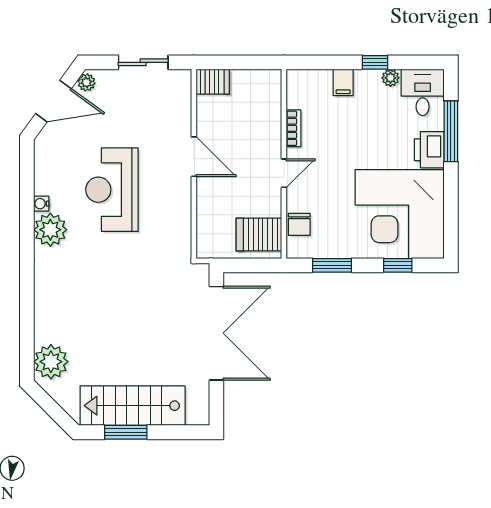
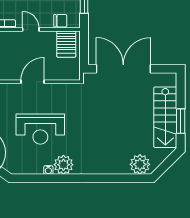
door: (194, 157) -> (33, 82), moved

